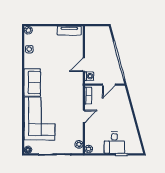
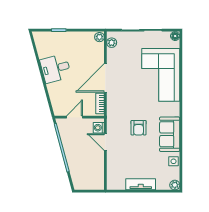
tv unit: (69, 31) -> (141, 184), moved
door: (84, 65) -> (105, 142), swing flipped
armchair: (57, 76) -> (139, 128), added
sofa: (32, 83) -> (170, 134), moved
door: (84, 116) -> (105, 78), width x1.87
desk: (114, 143) -> (56, 68), moved, turned -105

